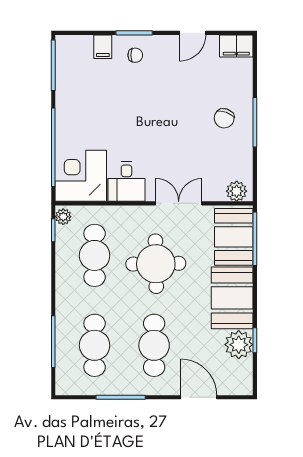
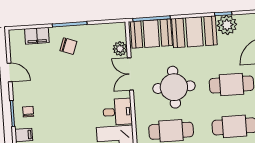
filing cabinet: (236, 46) -> (37, 36), moved, turned 90
plant: (237, 191) -> (120, 49), moved

